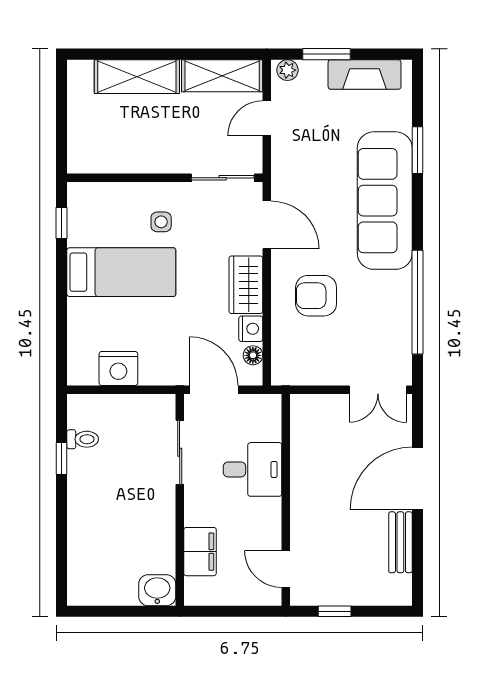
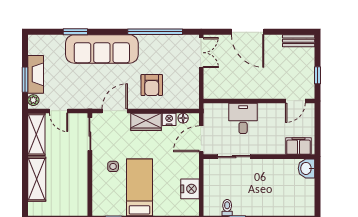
fireplace: (365, 74) -> (36, 74), moved
bench: (400, 542) -> (299, 41), moved
filing cabinet: (200, 552) -> (298, 146), moved

